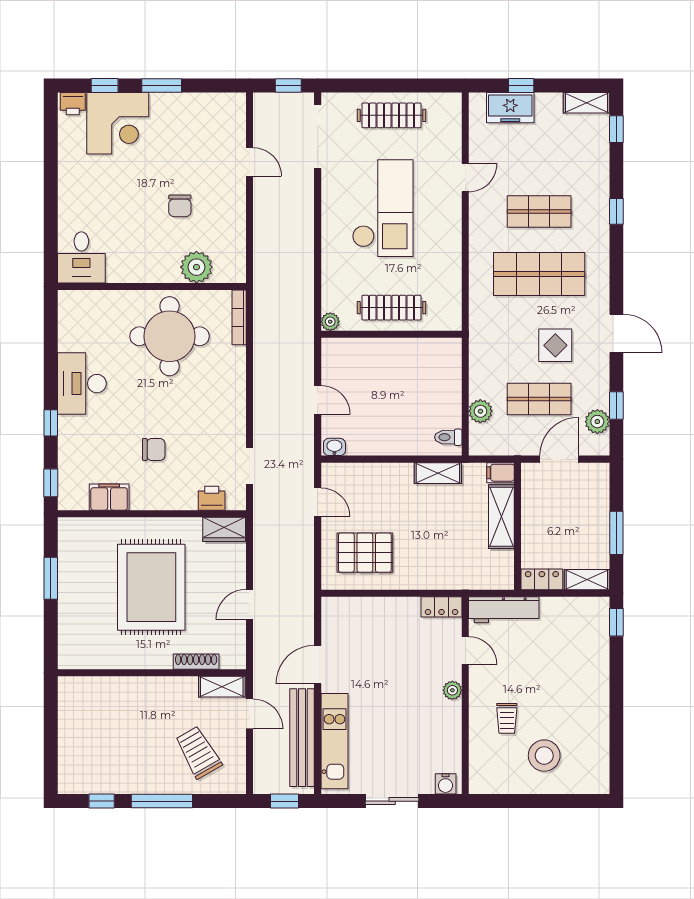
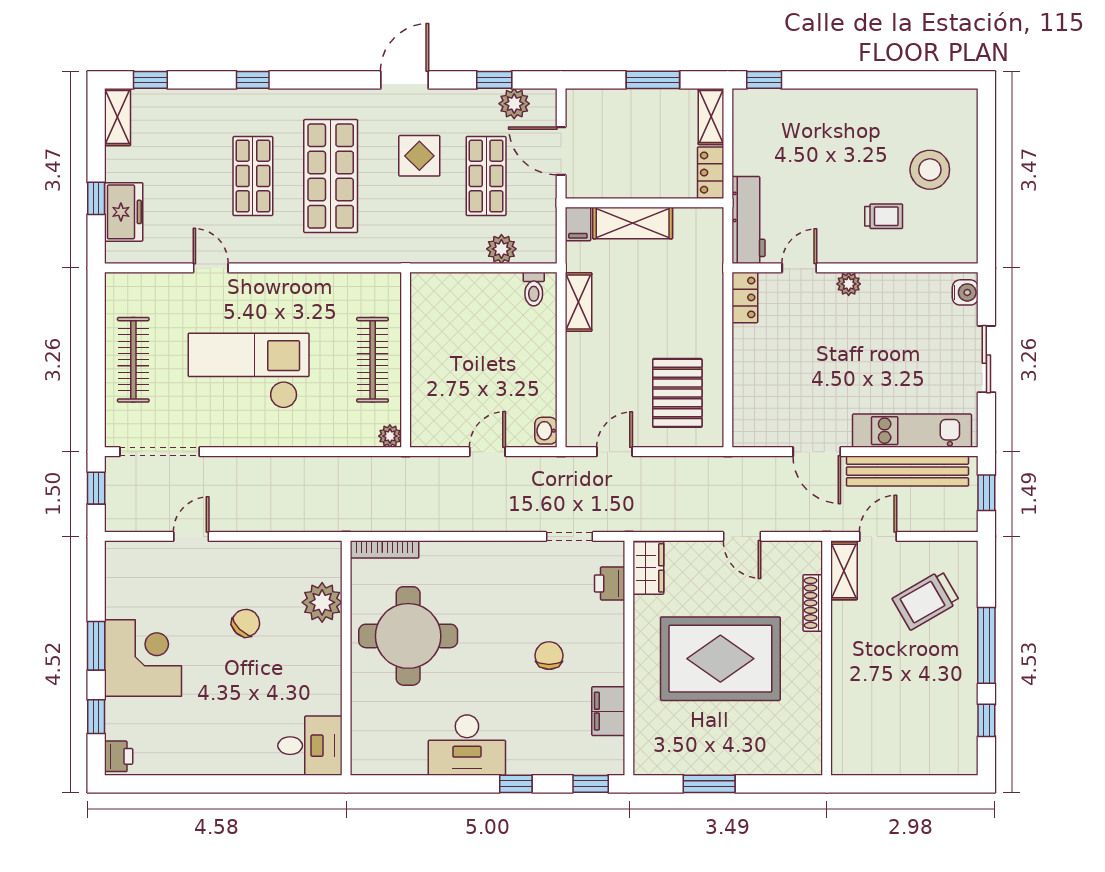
corner desk: (118, 123) -> (143, 658), moved
chair: (180, 206) -> (246, 623), turned -46

